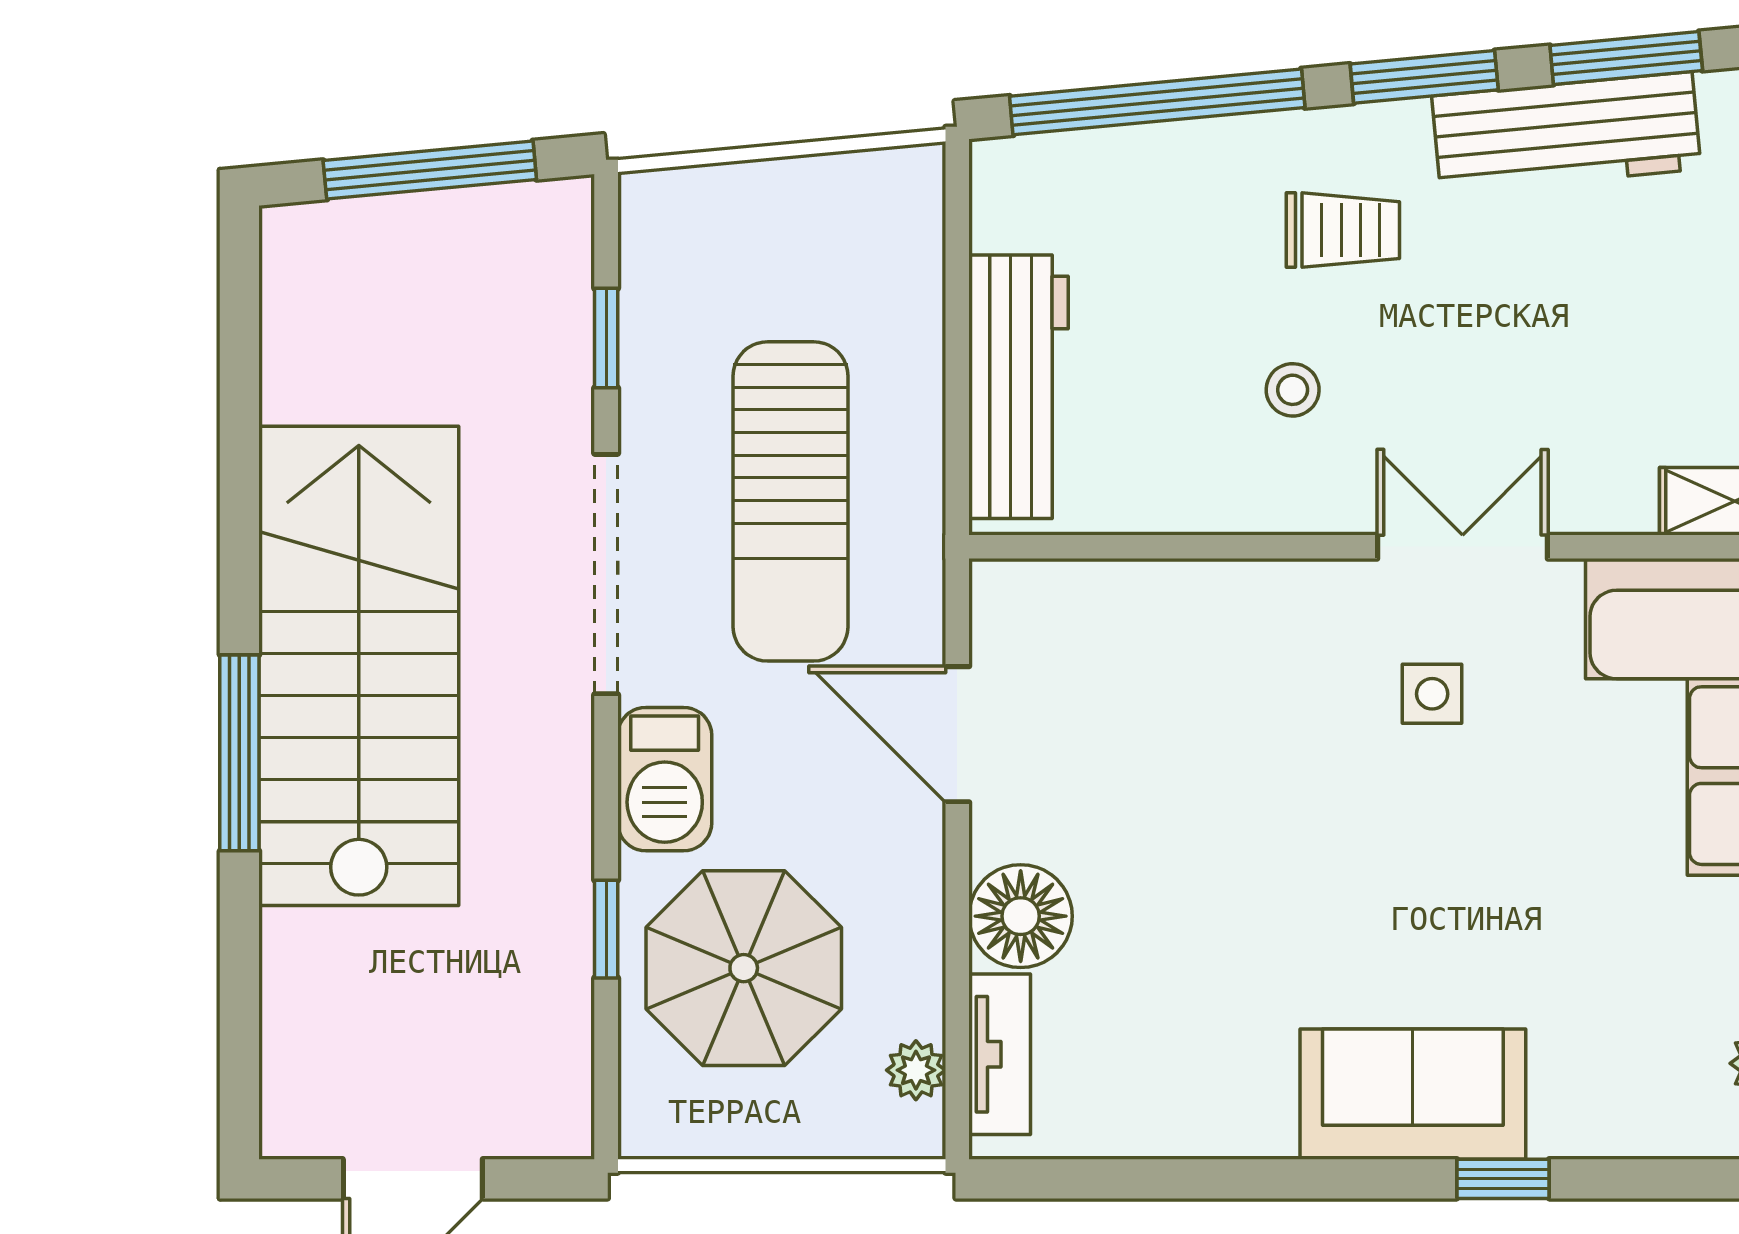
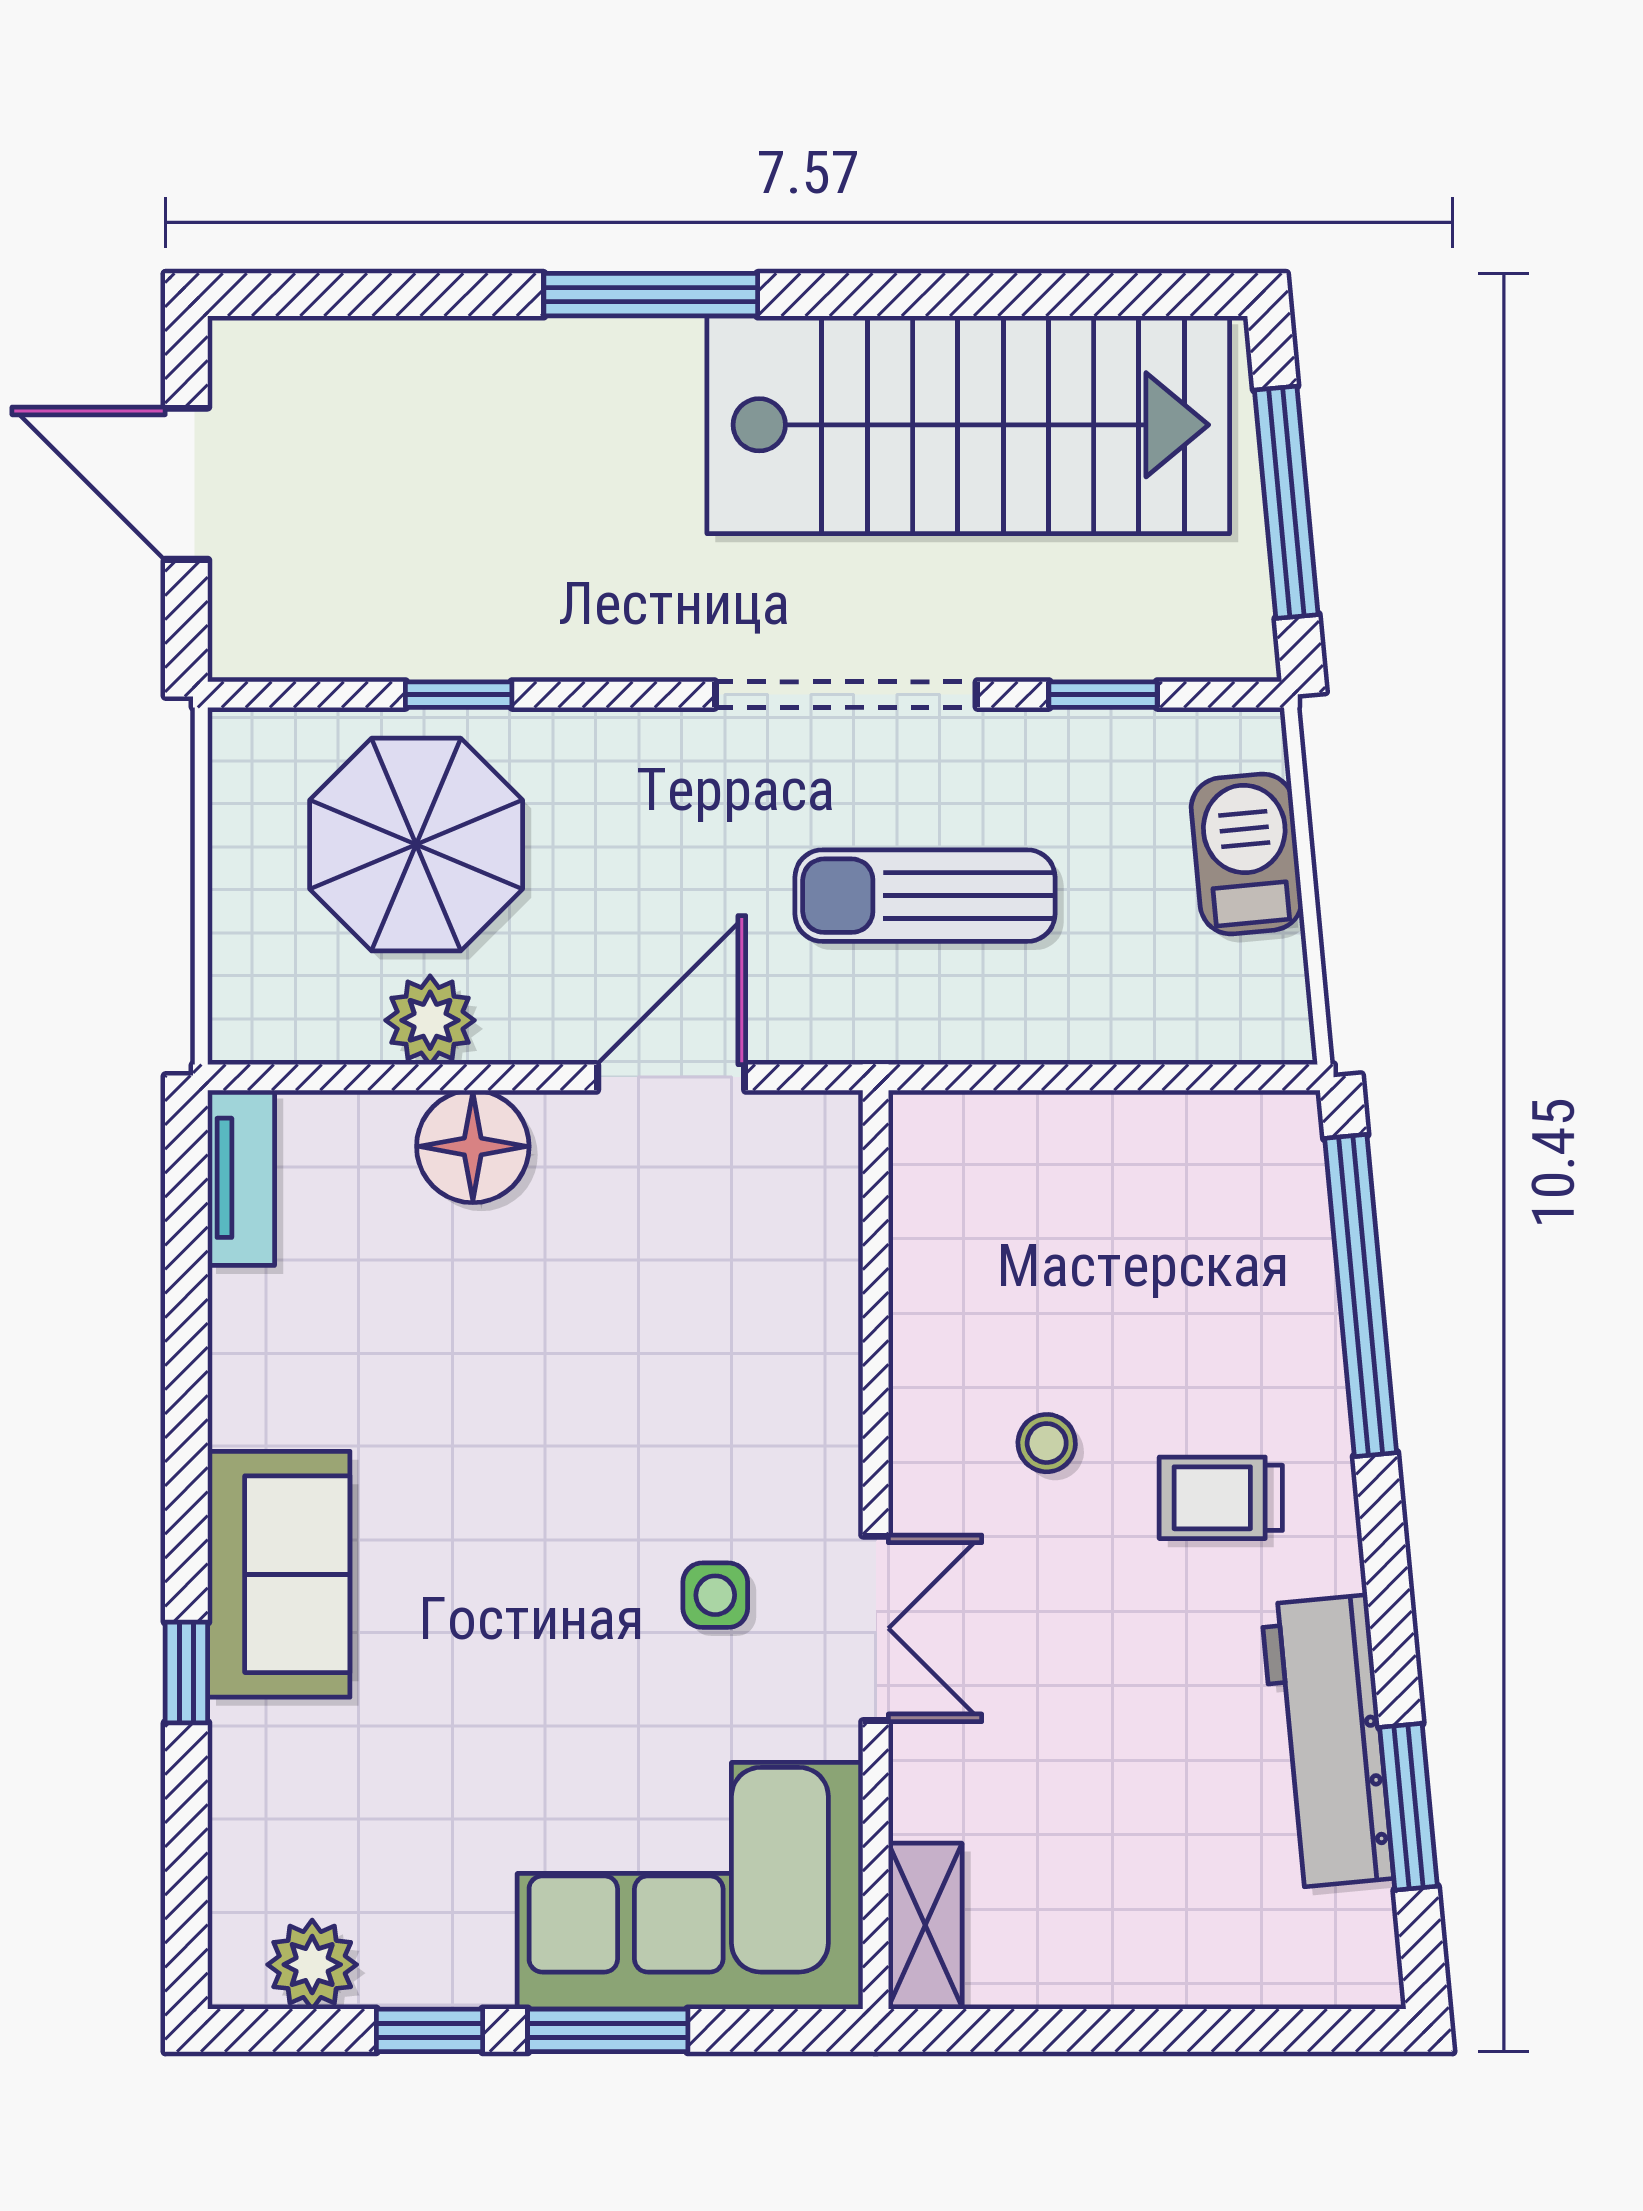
window: (1424, 77) -> (1388, 1586), removed
trolley: (1343, 230) -> (1221, 1498), turned 90
workbench: (1019, 387) -> (1050, 1144), removed
sun lounger: (791, 501) -> (925, 896), width x0.73, depth x0.75
stairs: (359, 666) -> (968, 425), moved
barbecue: (665, 779) -> (1247, 854), moved, turned 85
tv unit: (1000, 1054) -> (241, 1178), moved, turned -90
plant: (916, 1070) -> (430, 1020), moved, width x1.38, depth x1.38

